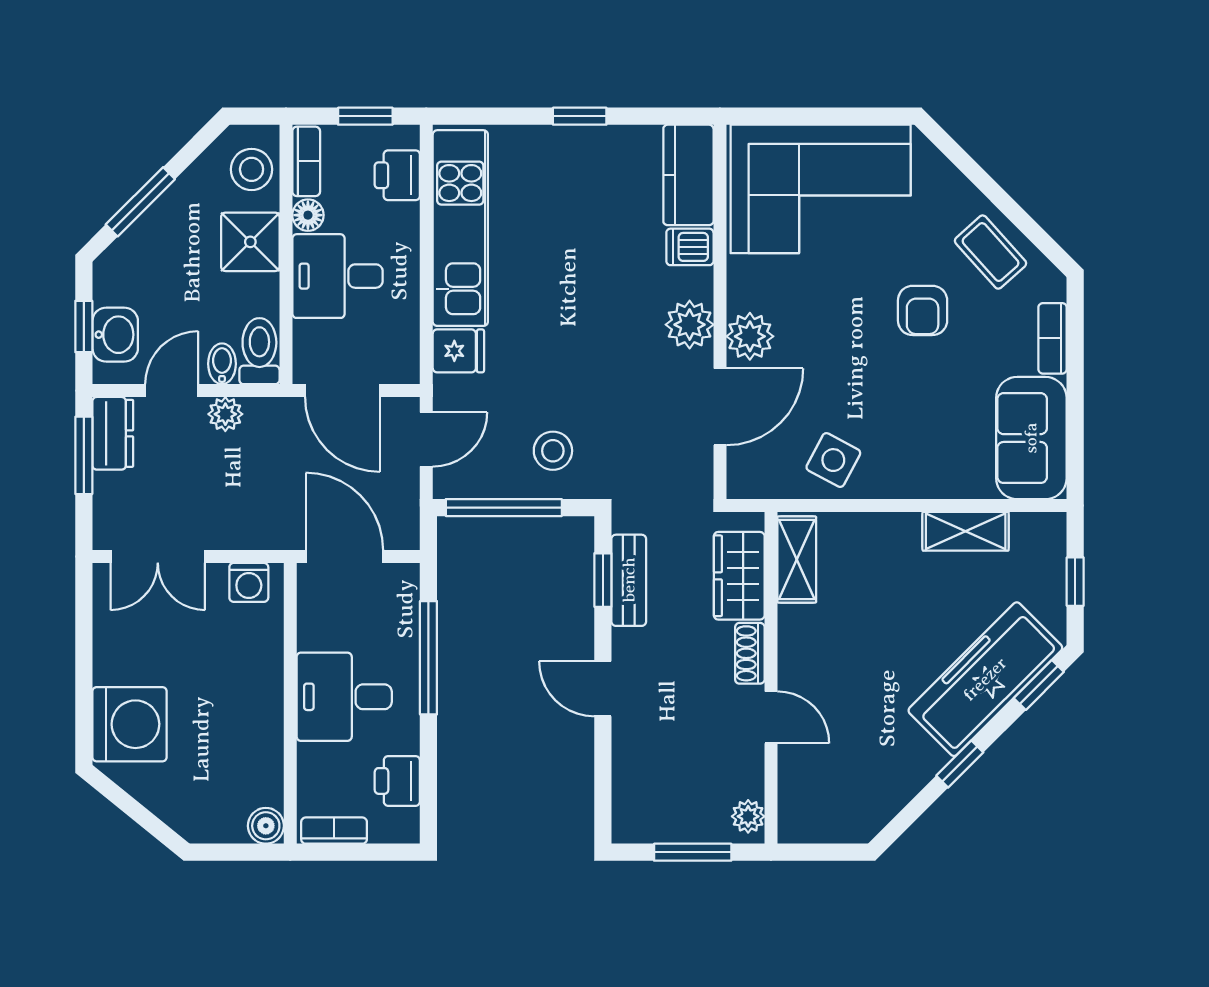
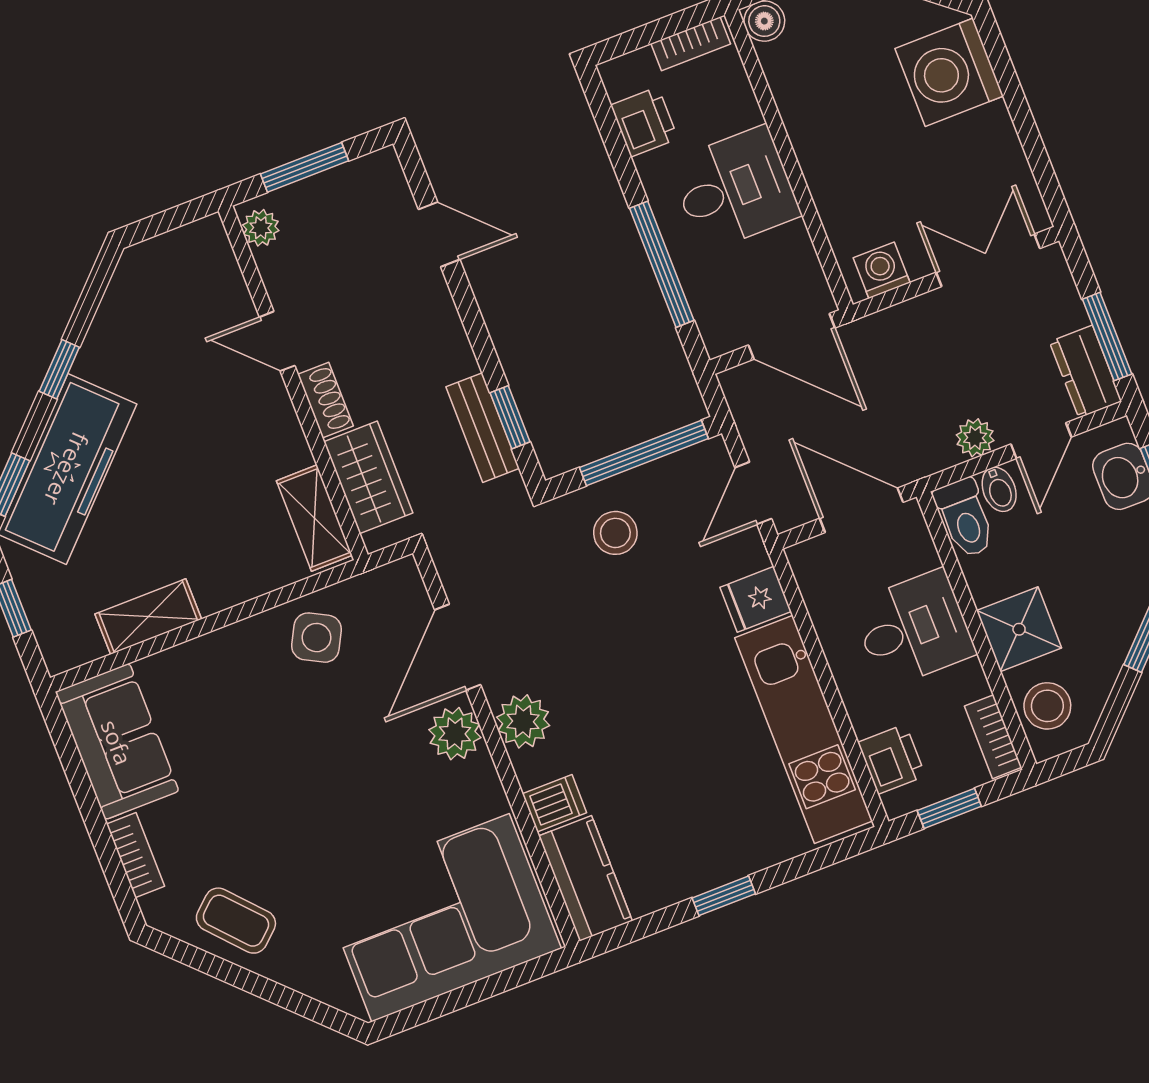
floor lamp: (308, 215) -> (969, 681), removed
armchair: (923, 310) -> (284, 831), removed
door: (603, 689) -> (439, 234), moved

